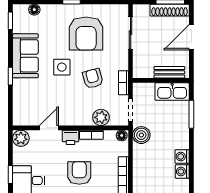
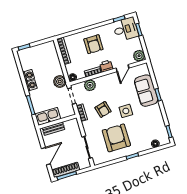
sofa: (25, 56) -> (146, 91), moved
washing machine: (182, 171) -> (31, 85), moved

